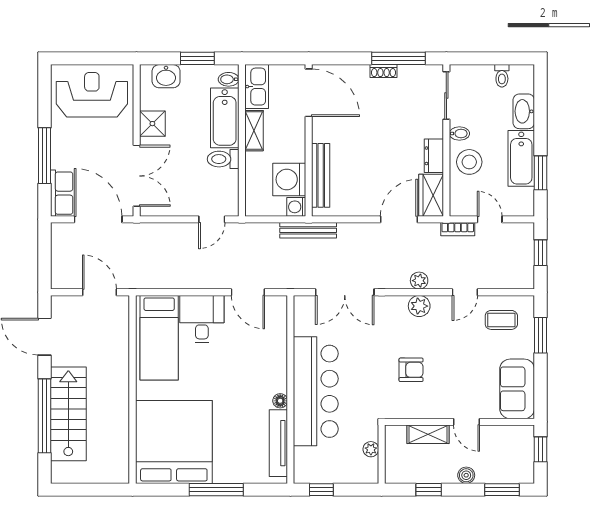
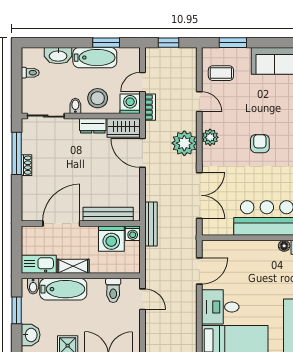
door: (309, 93) -> (61, 224), moved
toilet: (223, 159) -> (113, 290), moved
washing machine: (462, 204) -> (130, 104), added
plant: (419, 281) -> (184, 143), width x1.88, depth x1.88
coffee table: (501, 320) -> (221, 73), turned 90

